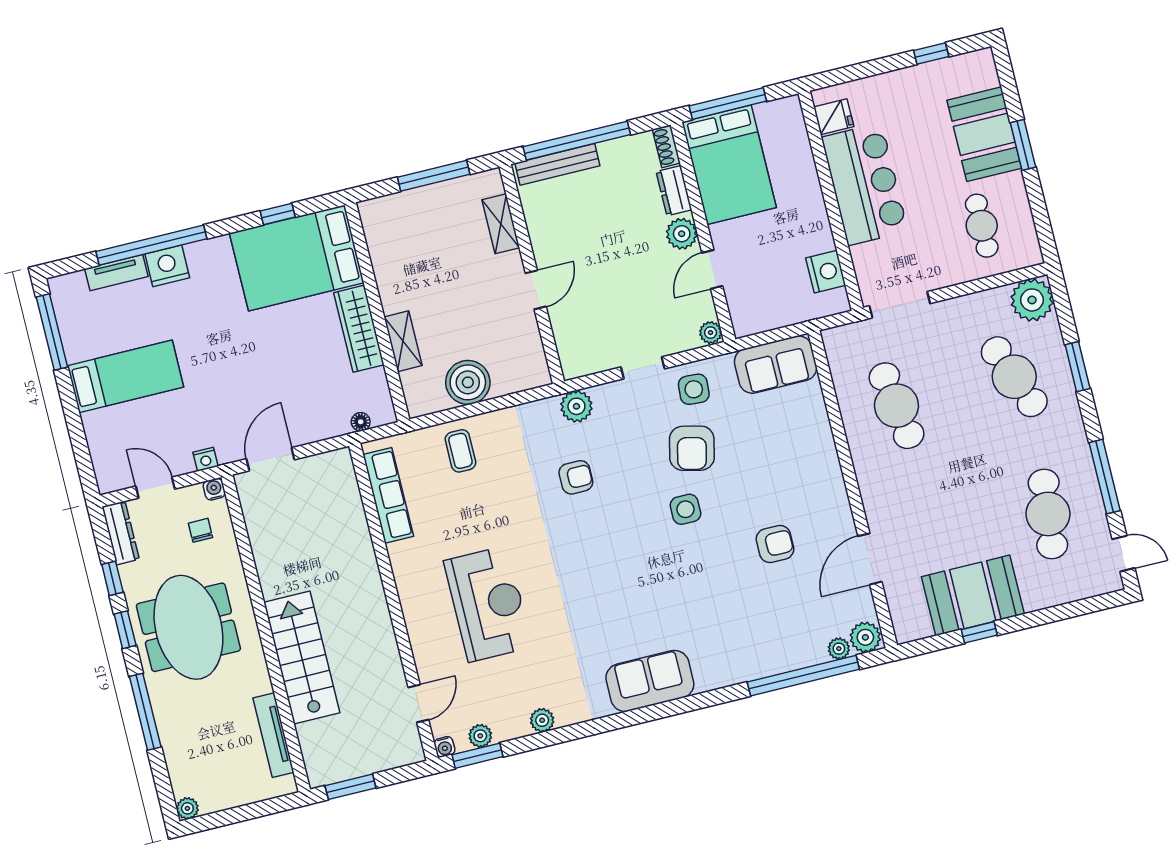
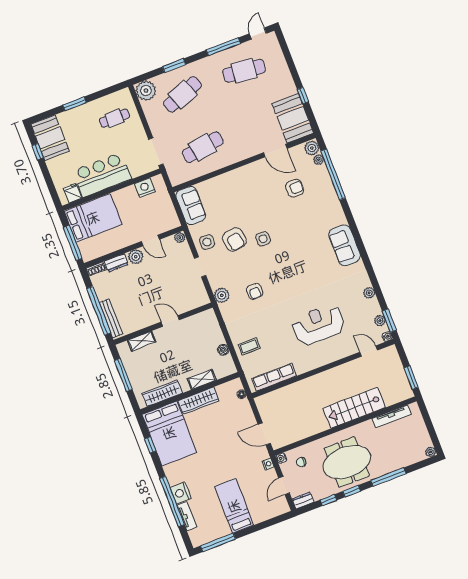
booth: (984, 134) -> (50, 138), moved, turned 90
bed: (729, 165) -> (93, 218), moved
wardrobe: (384, 253) -> (162, 393), added
boiler: (468, 382) -> (223, 350), width x0.54, depth x0.54
armchair: (692, 448) -> (234, 239), turned 68
armchair: (576, 477) -> (255, 291), turned 180
dresser: (121, 533) -> (303, 500), width x0.70
armchair: (775, 544) -> (295, 188), moved, turned 90
booth: (973, 595) -> (293, 118), moved

